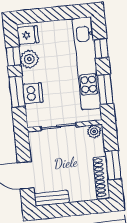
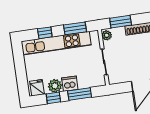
dishwasher: (33, 93) -> (70, 84), moved
window: (113, 165) -> (121, 22), moved

